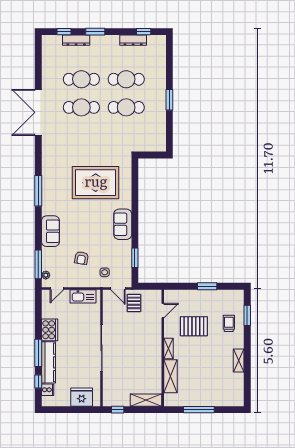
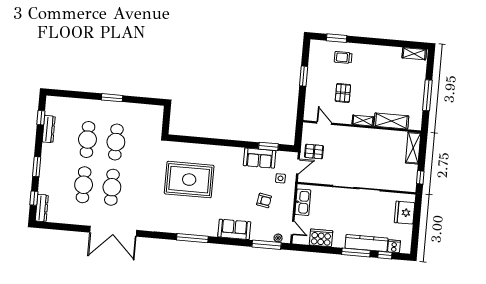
dresser: (76, 40) -> (42, 208), moved
rug: (96, 183) -> (189, 180), turned 90
sofa: (123, 224) -> (260, 158), moved
pallet: (194, 326) -> (343, 93), width x0.67, depth x0.71
cooker: (50, 330) -> (321, 238), moved
shelving: (239, 361) -> (414, 54), moved

